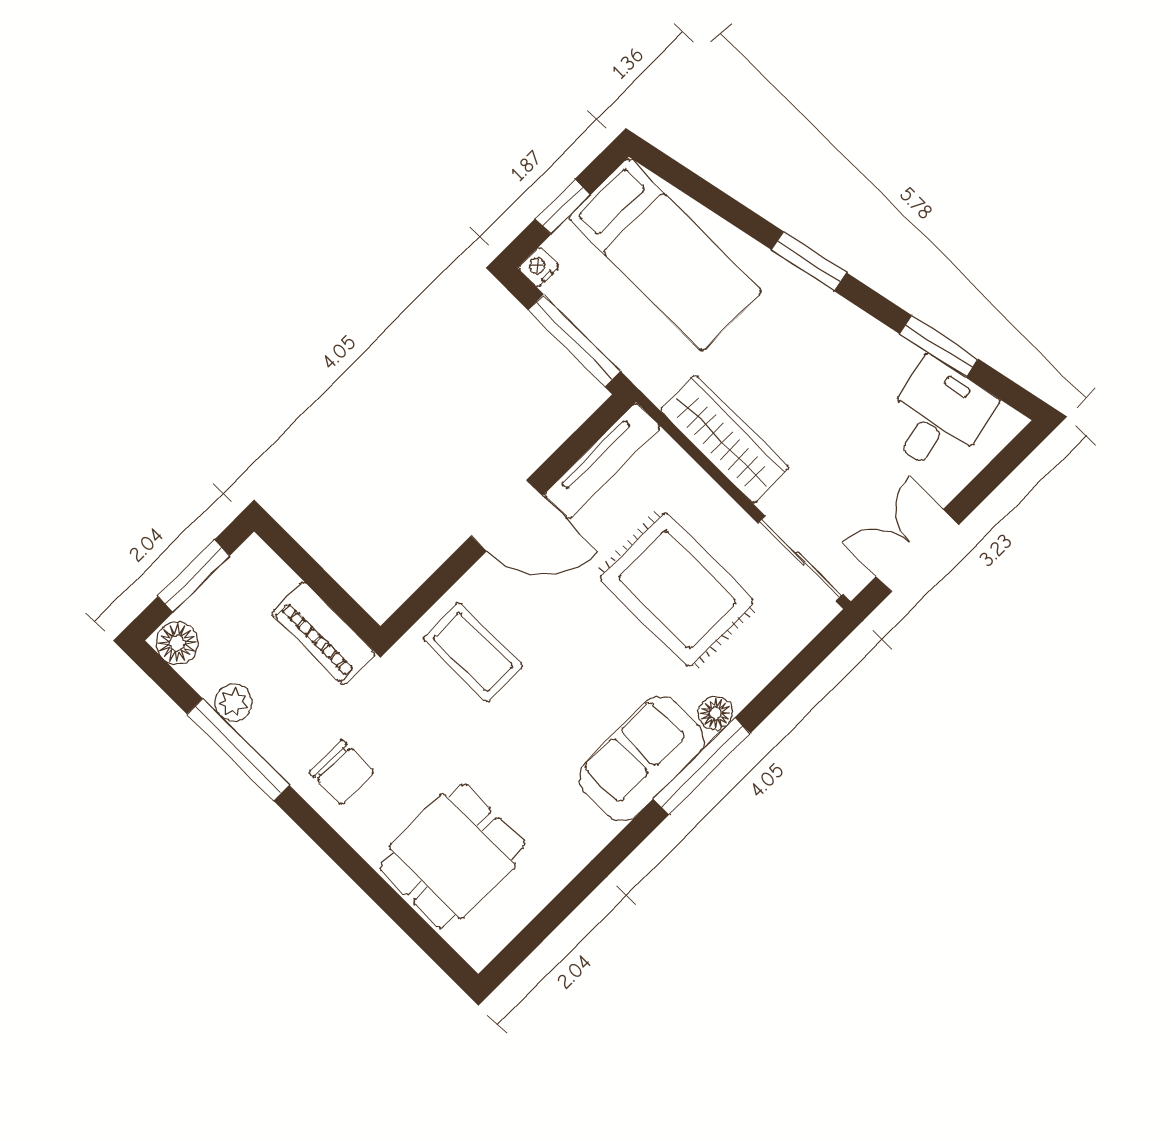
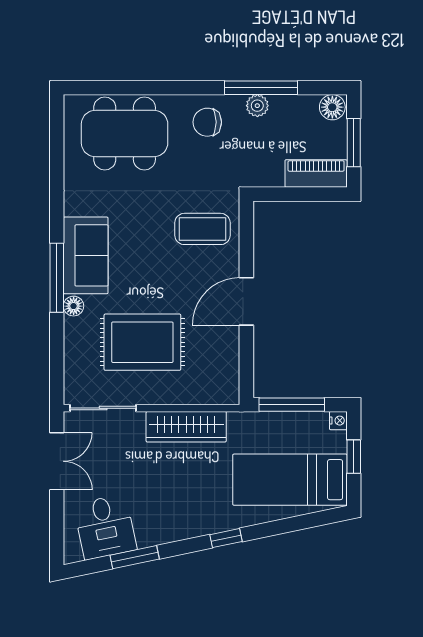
window: (809, 261) -> (226, 538), width x0.67
tv unit: (602, 461) -> (229, 365), removed
piano: (323, 633) -> (316, 173), moved
plant: (233, 703) -> (257, 106), moved
dining table: (452, 856) -> (125, 134), width x1.38

